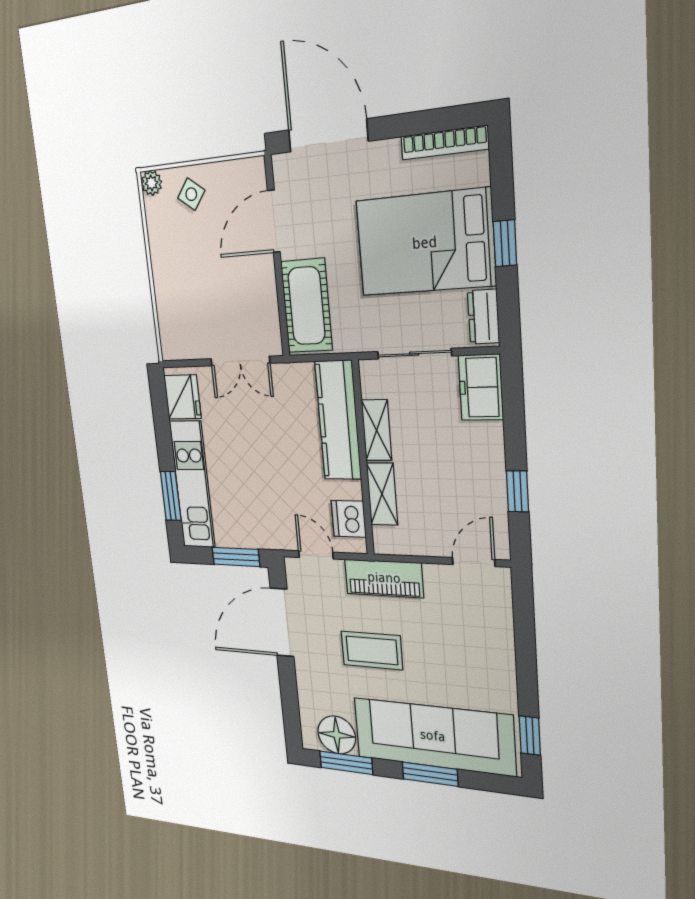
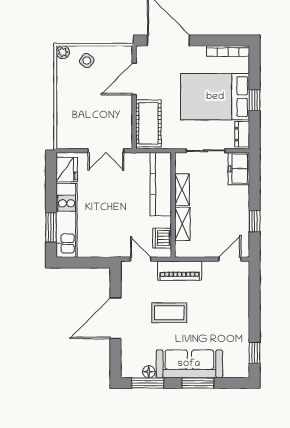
window: (236, 557) -> (90, 263), removed
door: (282, 622) -> (115, 318), moved
floor lamp: (337, 735) -> (149, 372), width x0.53, depth x0.53
sofa: (433, 736) -> (189, 364), width x0.74, depth x0.79

